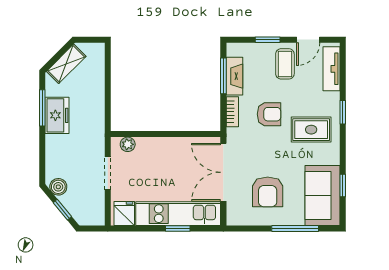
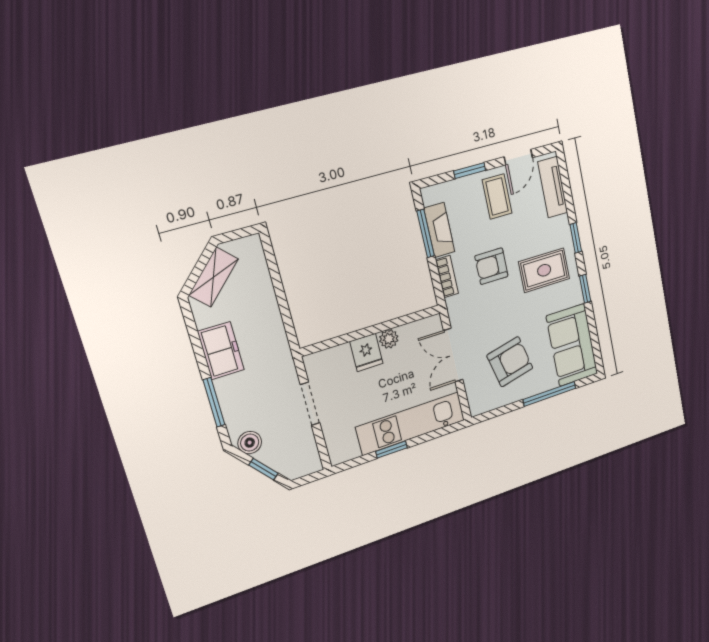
window: (42, 108) -> (214, 402), moved
armchair: (269, 114) -> (491, 266), turned 180
plant: (128, 144) -> (389, 339), moved
double door: (223, 172) -> (453, 355), width x0.73
window: (343, 185) -> (585, 289), moved
armchair: (268, 192) -> (510, 362), turned -103
fridge: (124, 213) -> (366, 352), moved, turned 180
window: (178, 228) -> (391, 450), moved

